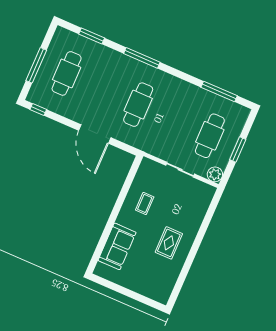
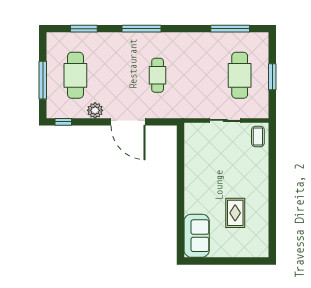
cafe table: (138, 105) -> (158, 75), width x0.73, depth x0.74
plant: (215, 174) -> (95, 110), moved
coffee table: (145, 203) -> (258, 136), moved
rug: (169, 243) -> (235, 213), moved
sofa: (117, 246) -> (197, 236), moved

